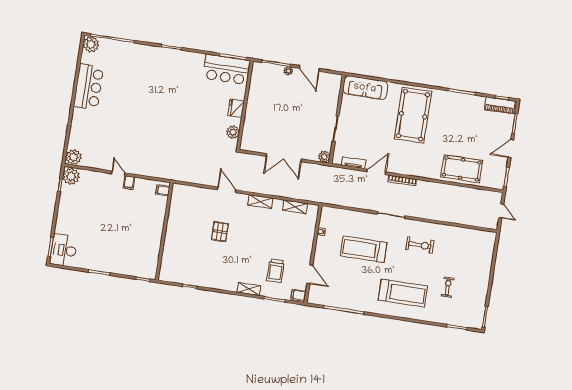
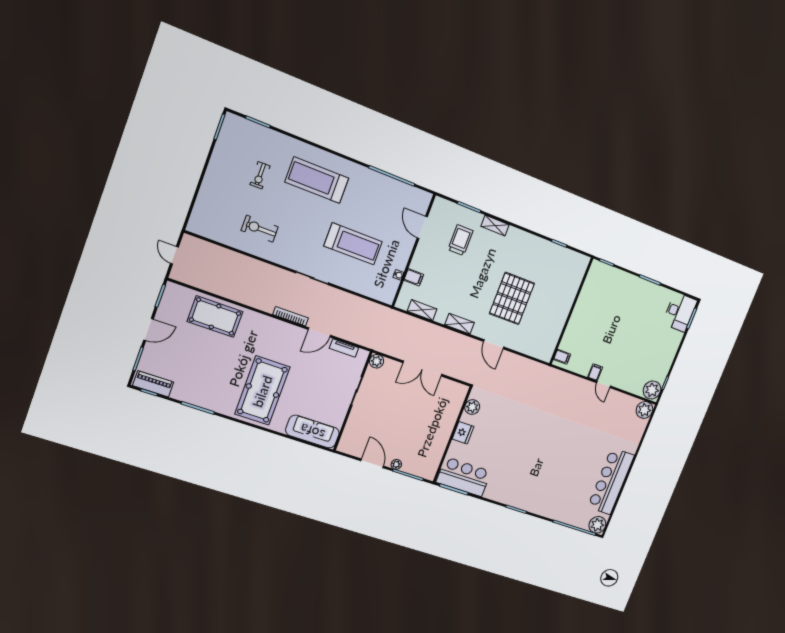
bar counter: (88, 87) -> (611, 481), width x1.36
double door: (284, 158) -> (422, 369), swing flipped
pallet: (220, 232) -> (512, 298), width x2.05, depth x2.00
exercise bike: (420, 245) -> (260, 229), moved
filing cabinet: (298, 295) -> (414, 277), moved

